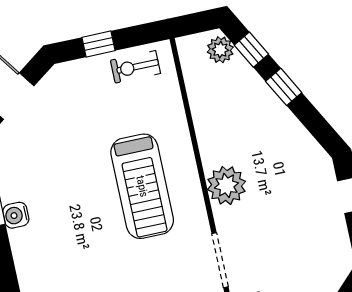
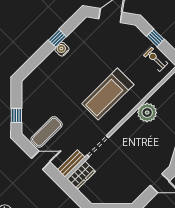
plant: (226, 185) -> (147, 113), moved

